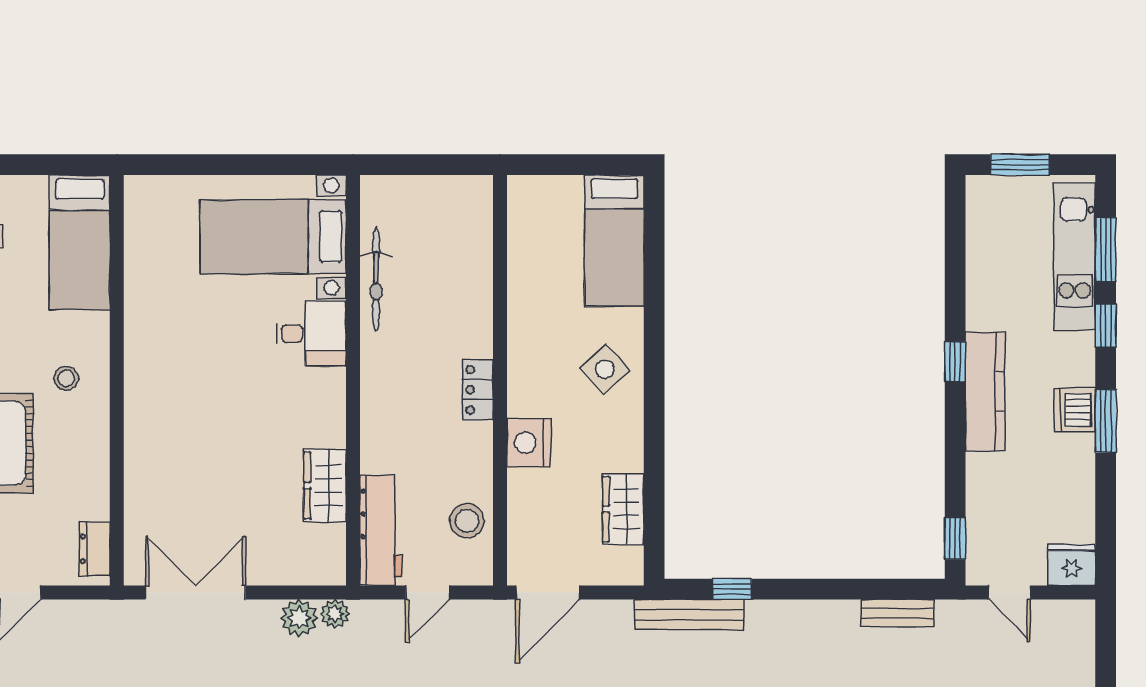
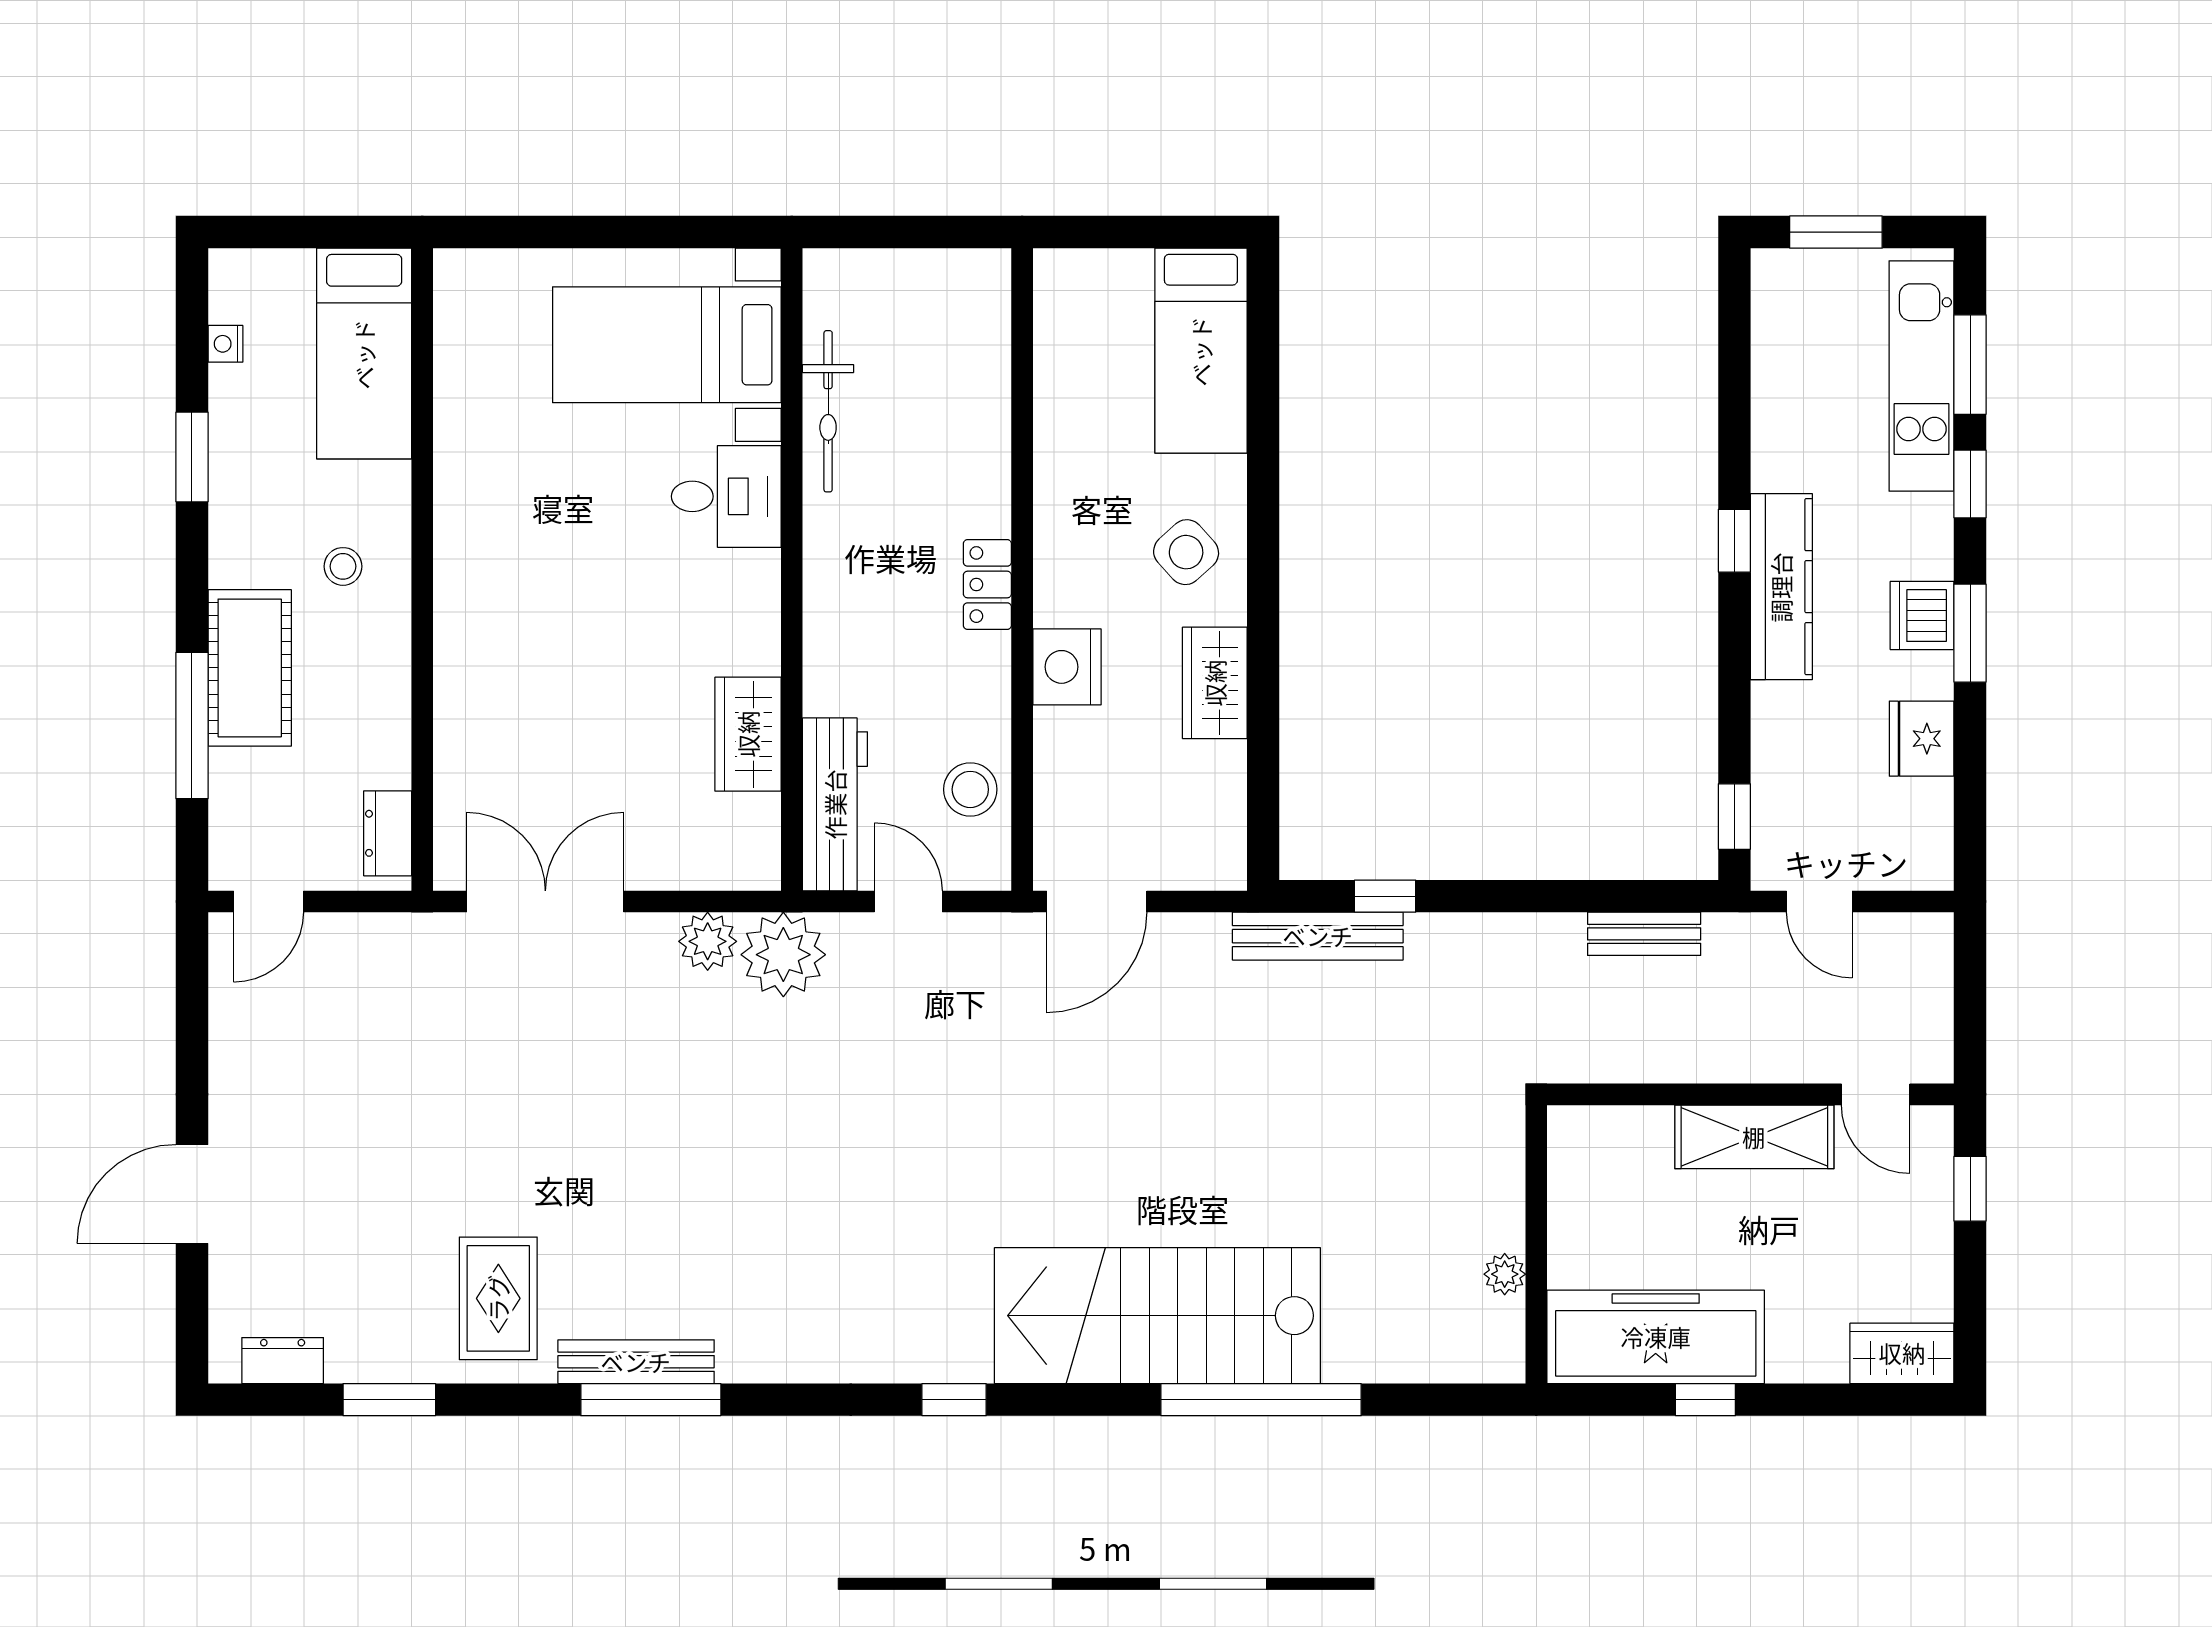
wardrobe: (623, 509) -> (1215, 683), moved
fridge: (1071, 565) -> (1922, 739), moved, turned -90
door: (427, 592) -> (908, 902), swing flipped
plant: (335, 614) -> (783, 955), width x1.87, depth x1.87

